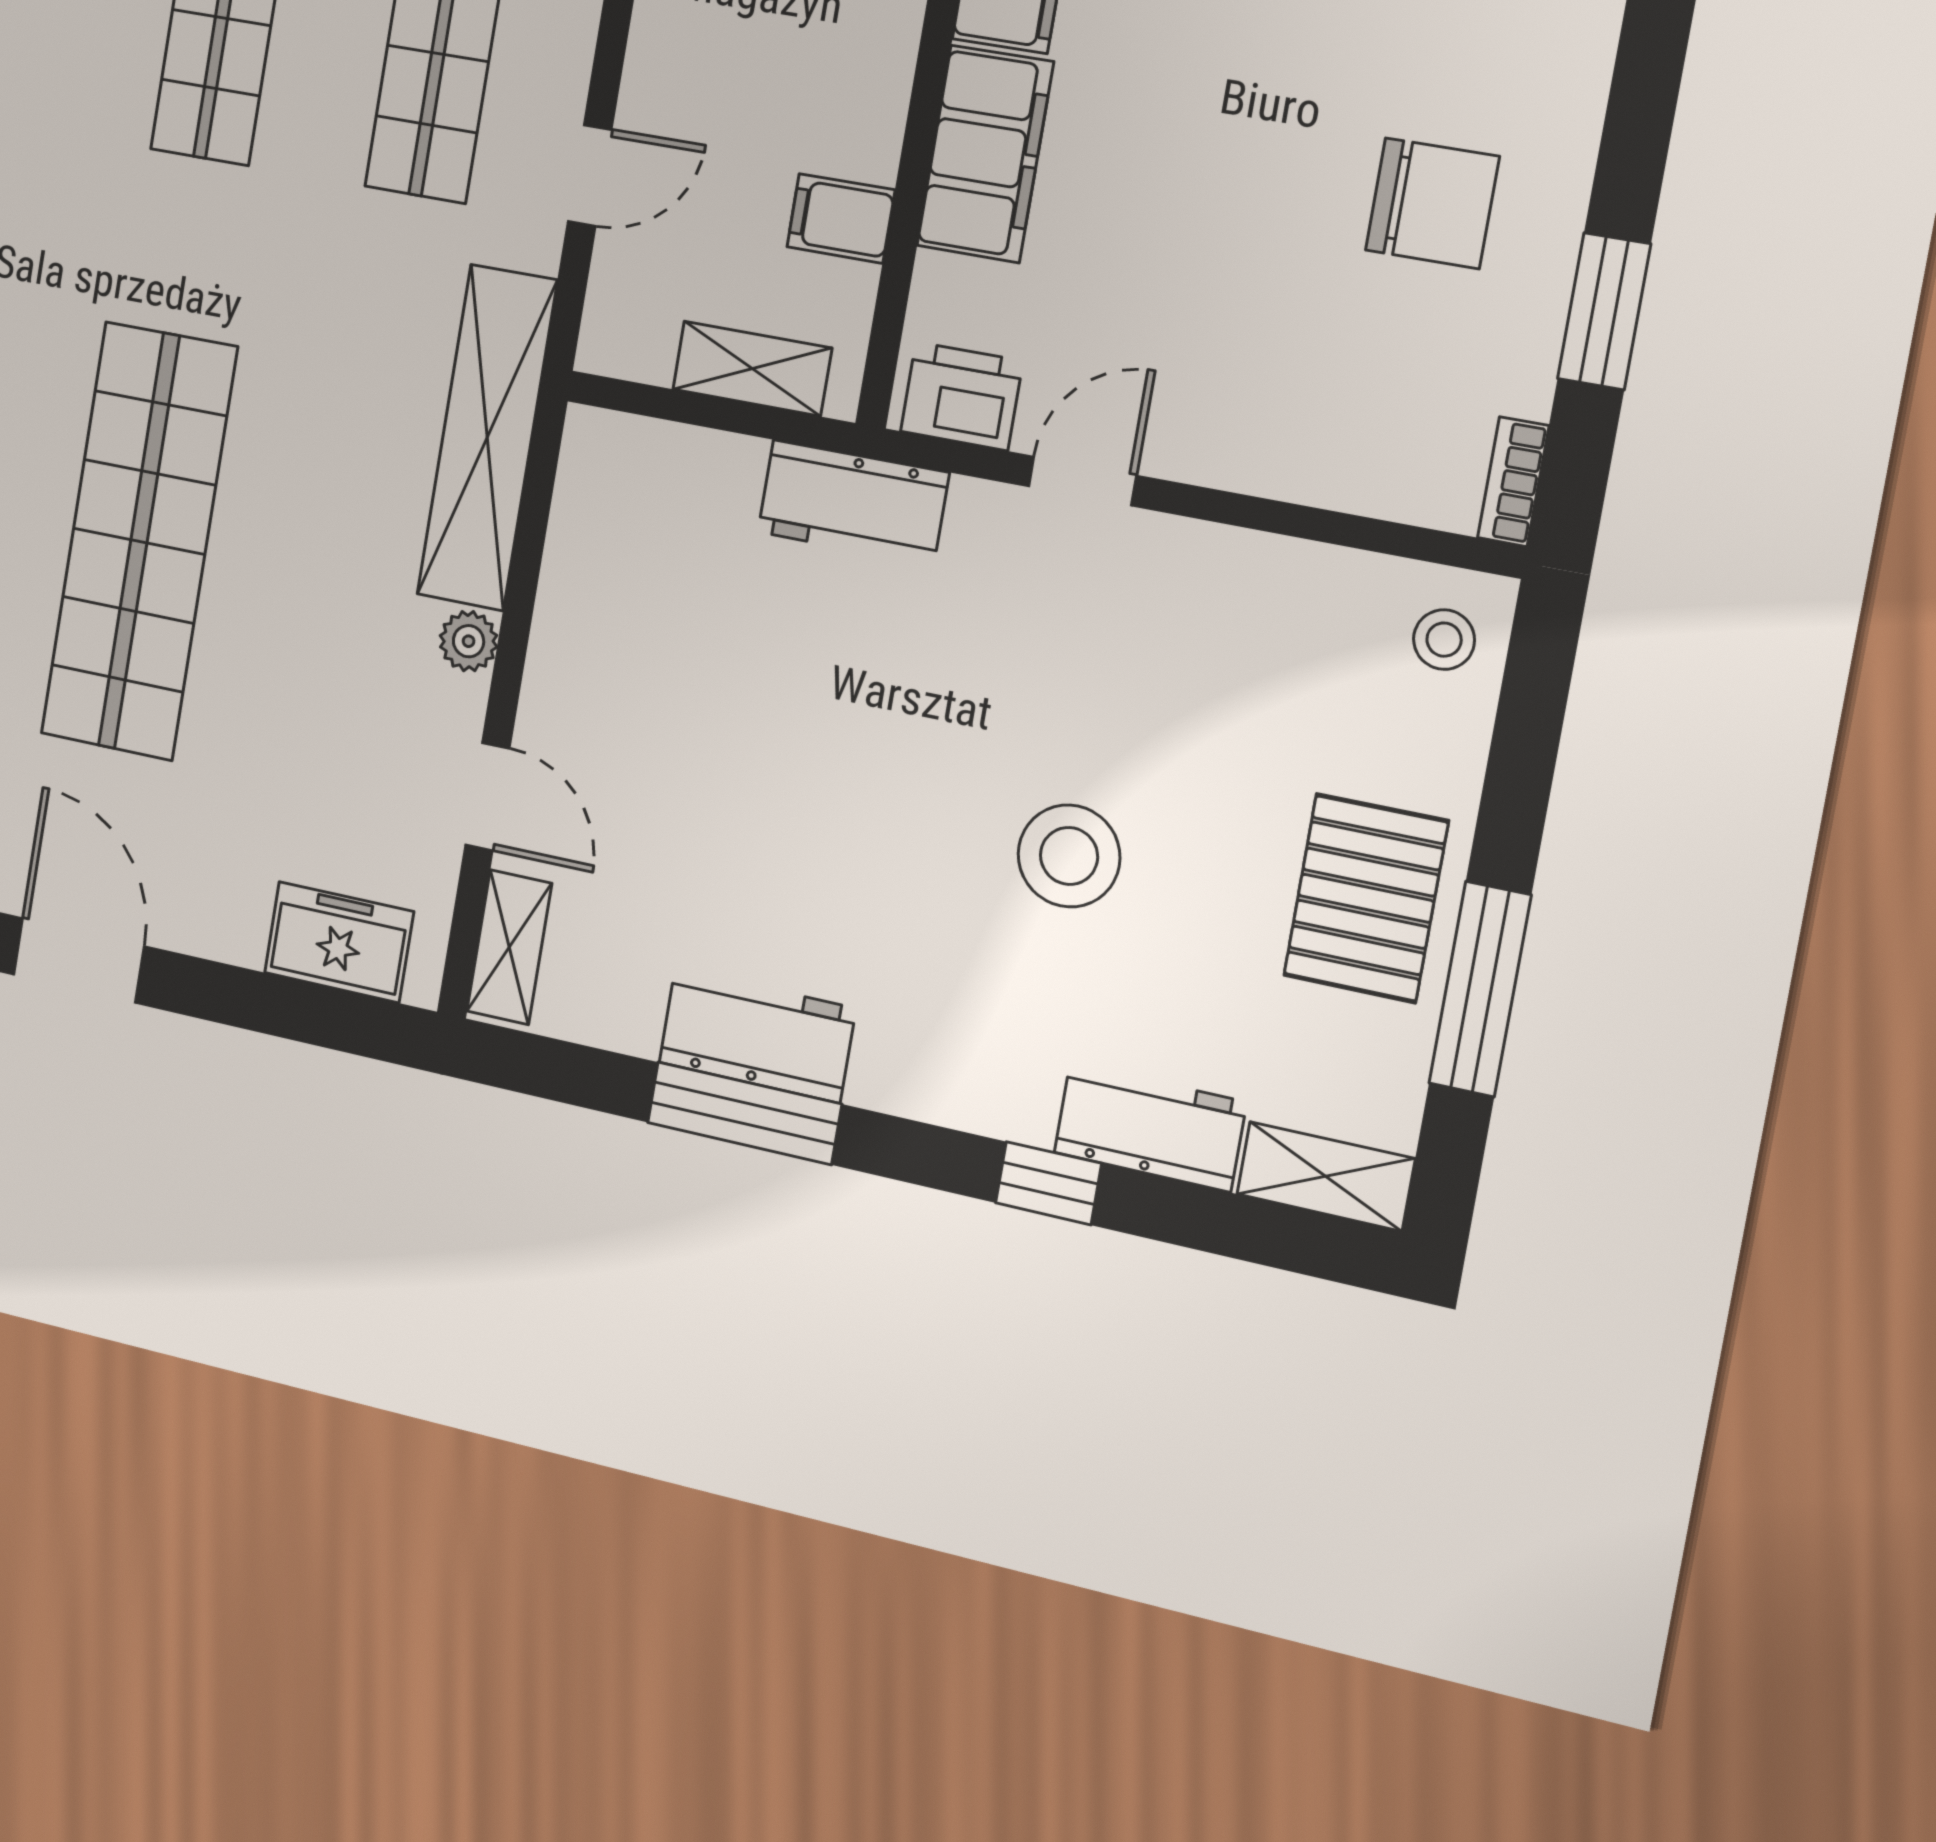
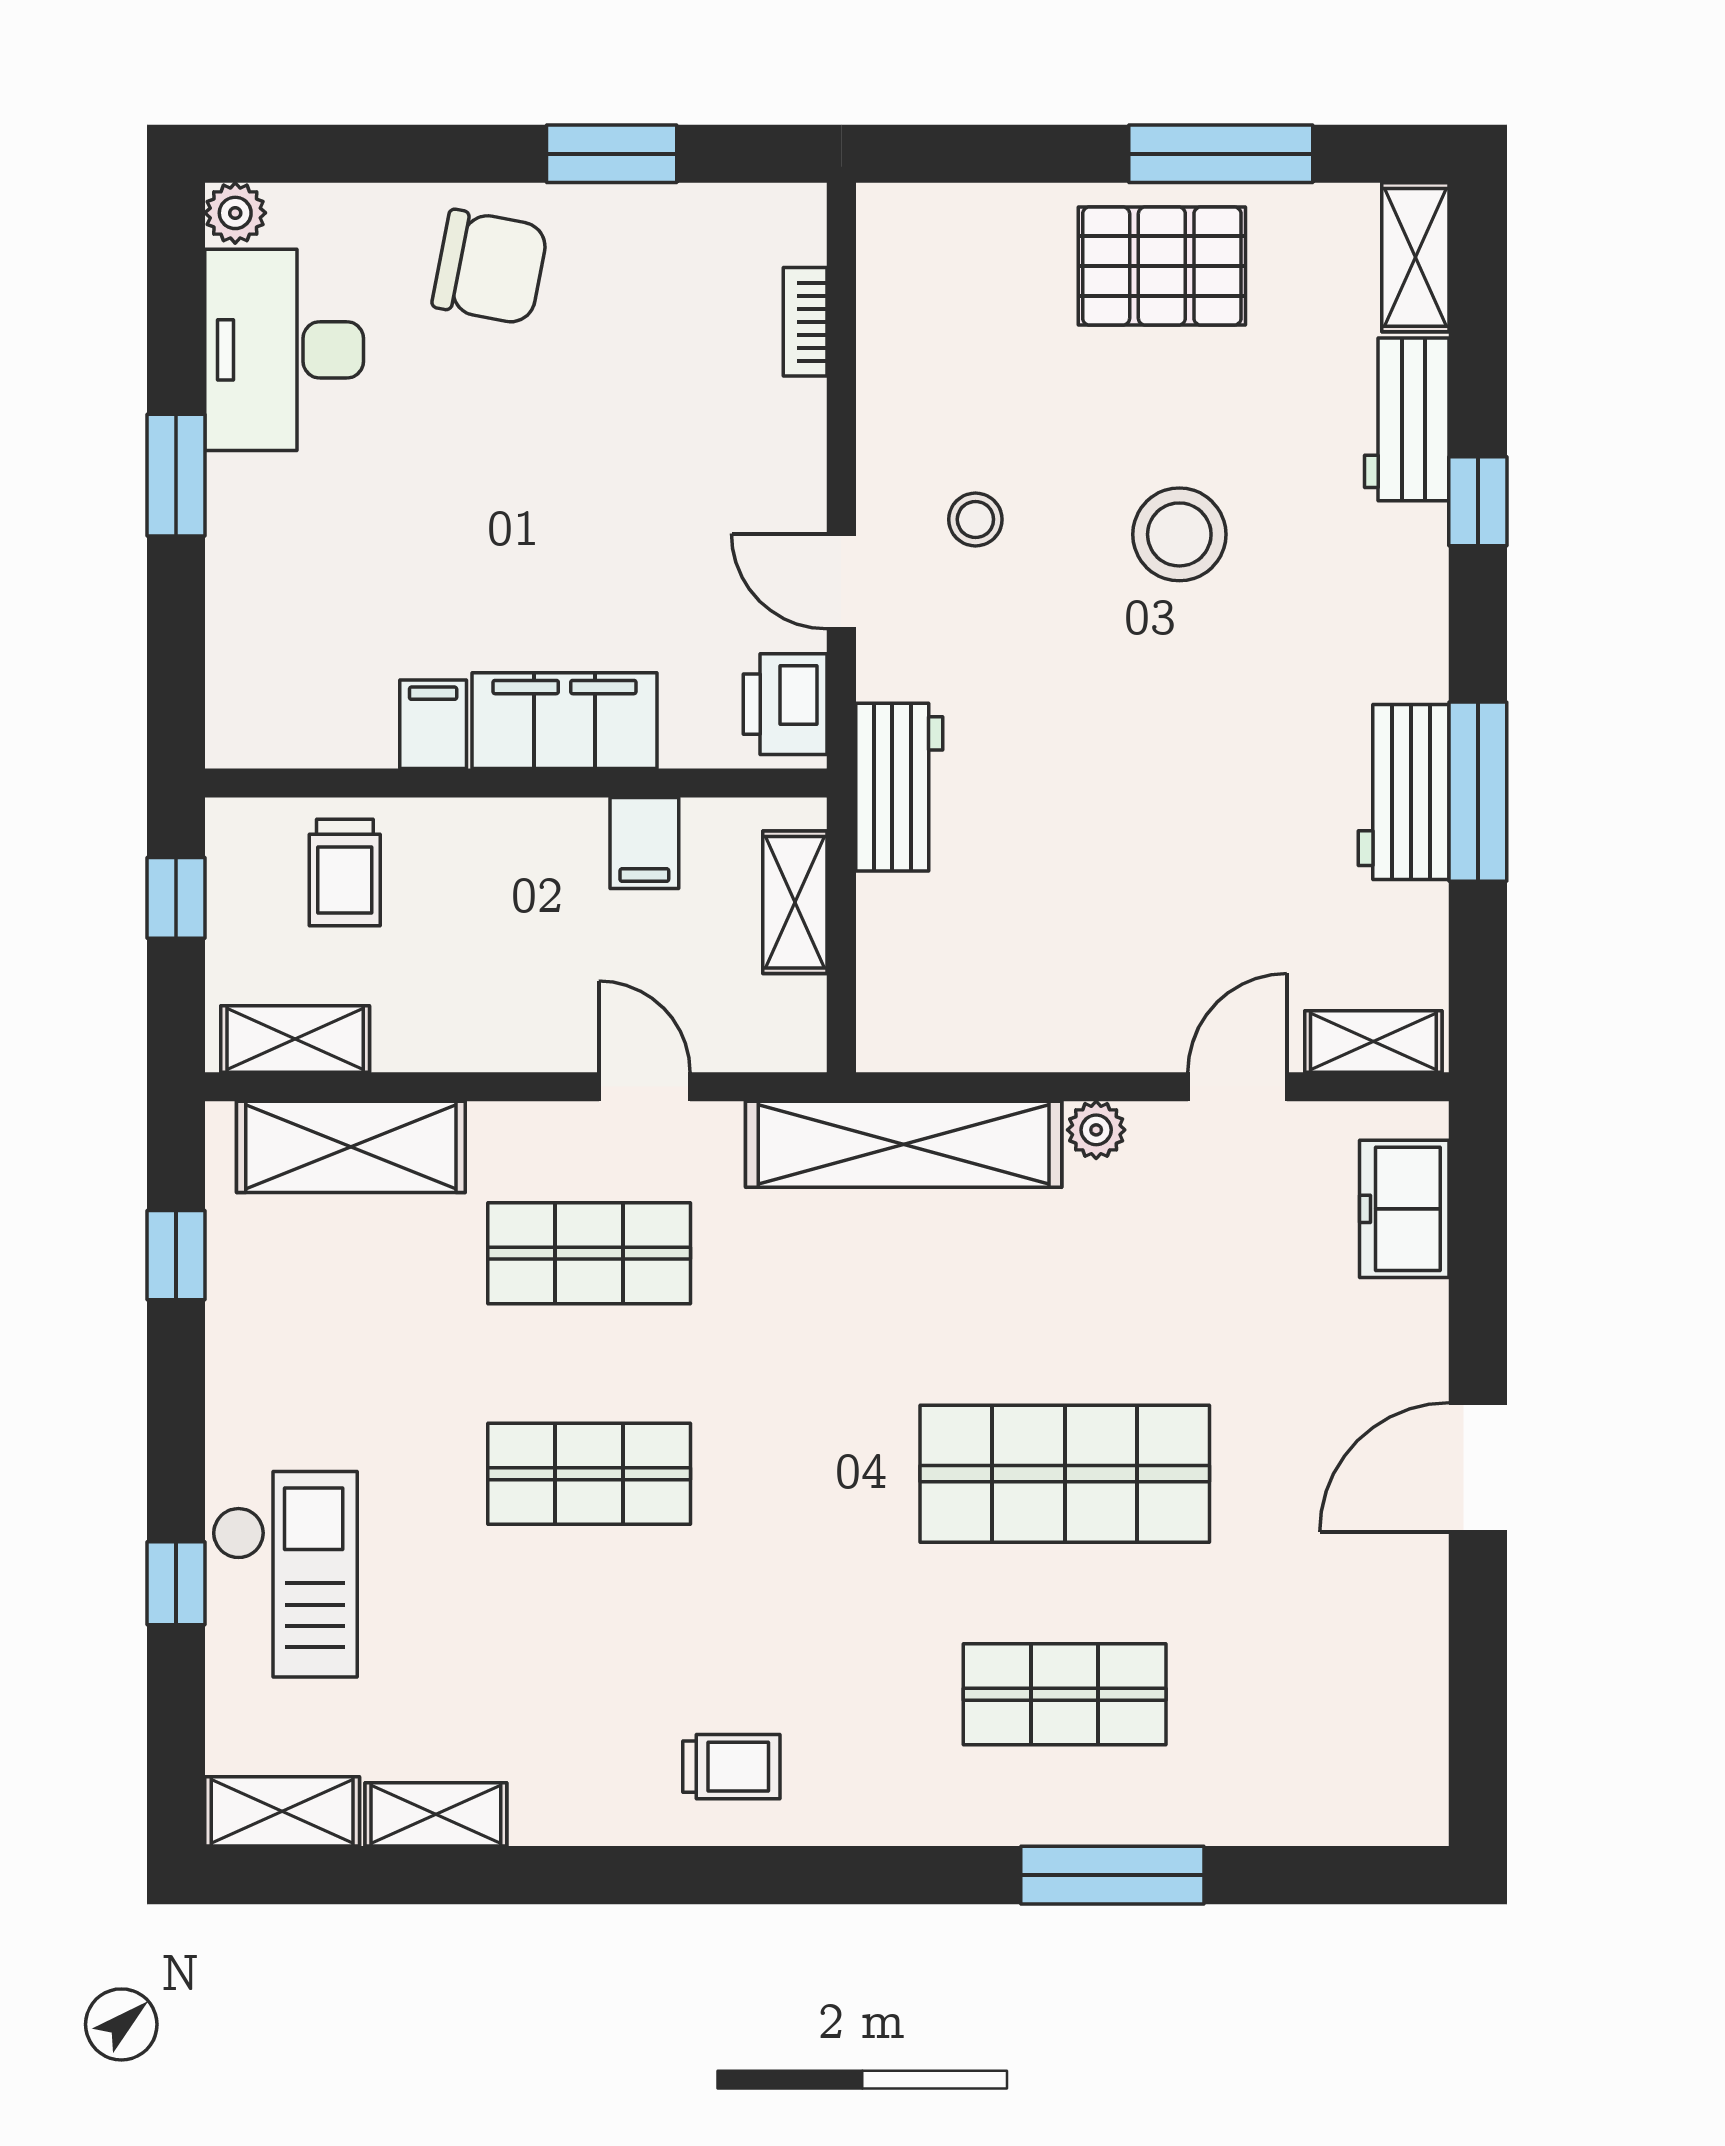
chair: (1432, 203) -> (490, 267), moved, turned 101
bookcase: (1513, 482) -> (805, 322), moved, turned 90
shop shelf: (139, 541) -> (1065, 1474), width x0.71
stool: (1444, 640) -> (975, 519), moved

